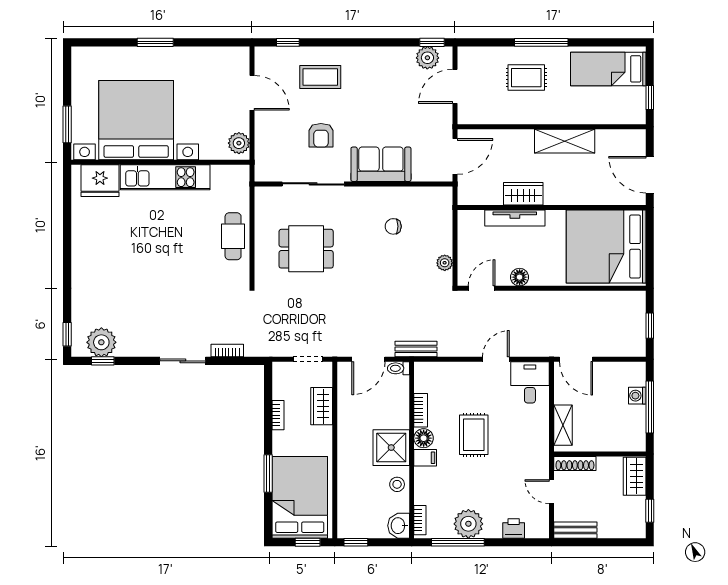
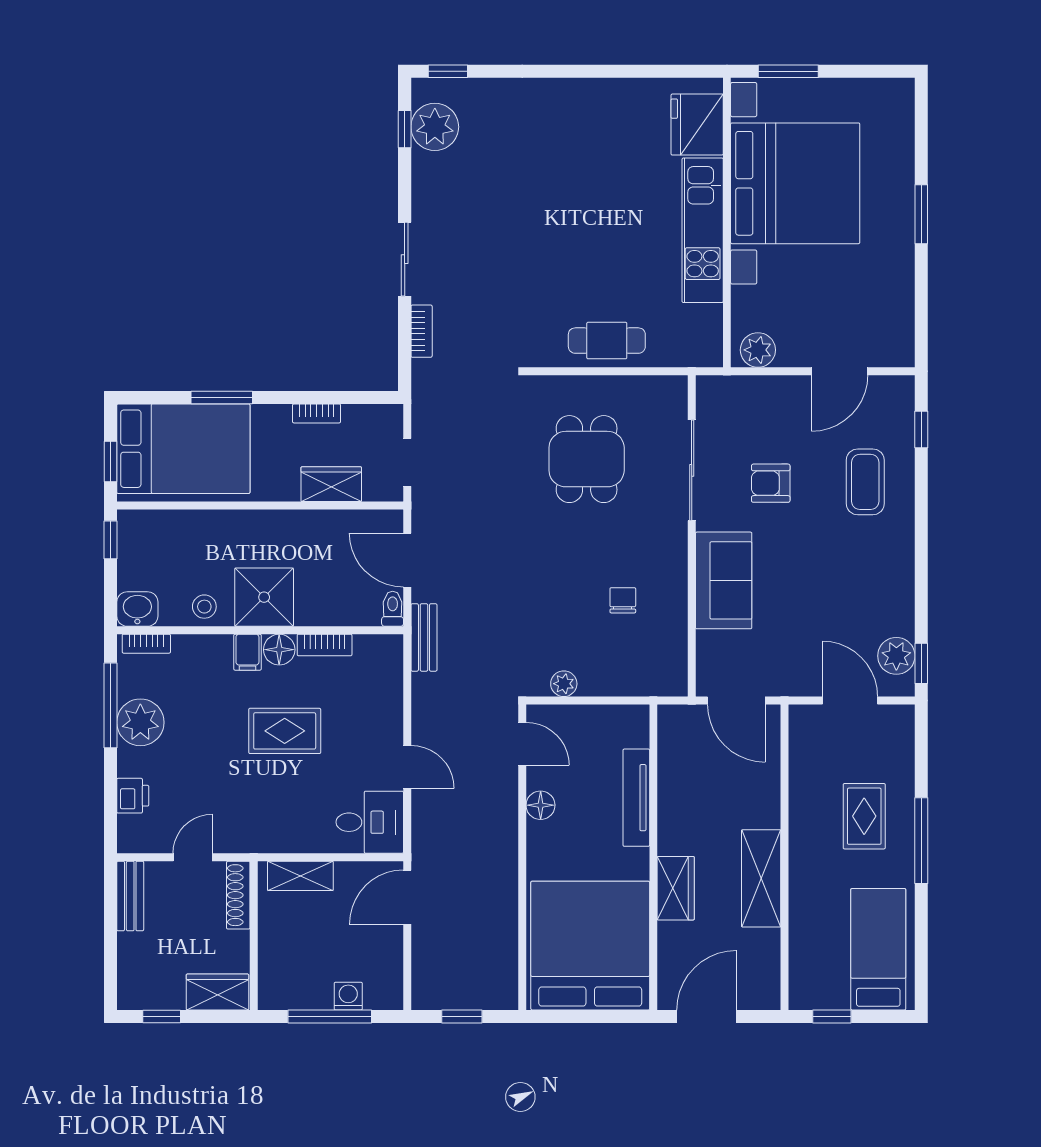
wardrobe: (523, 194) -> (676, 888), moved

